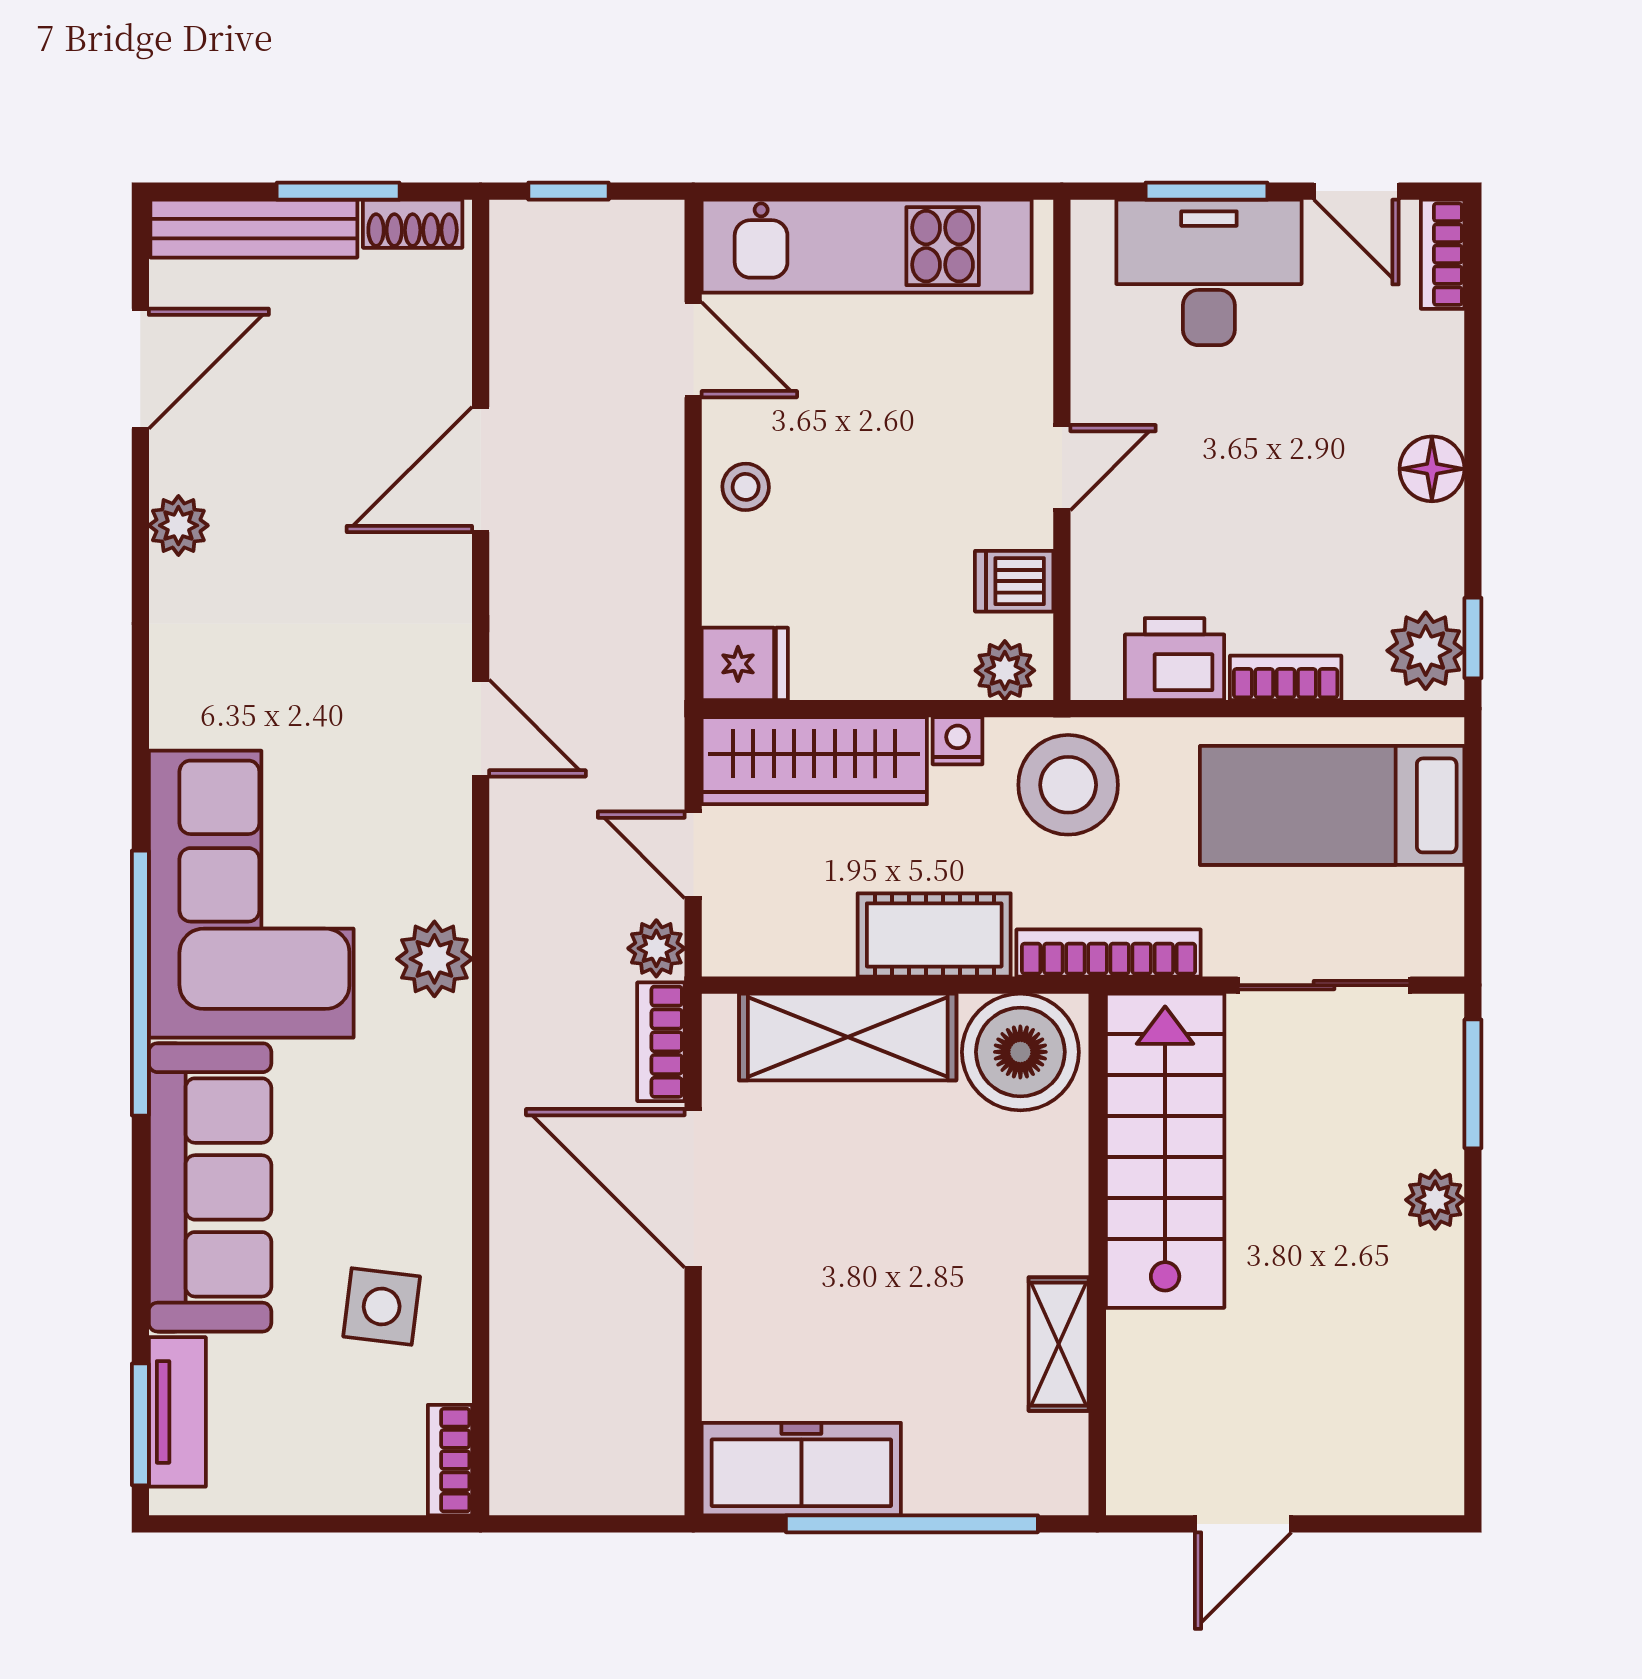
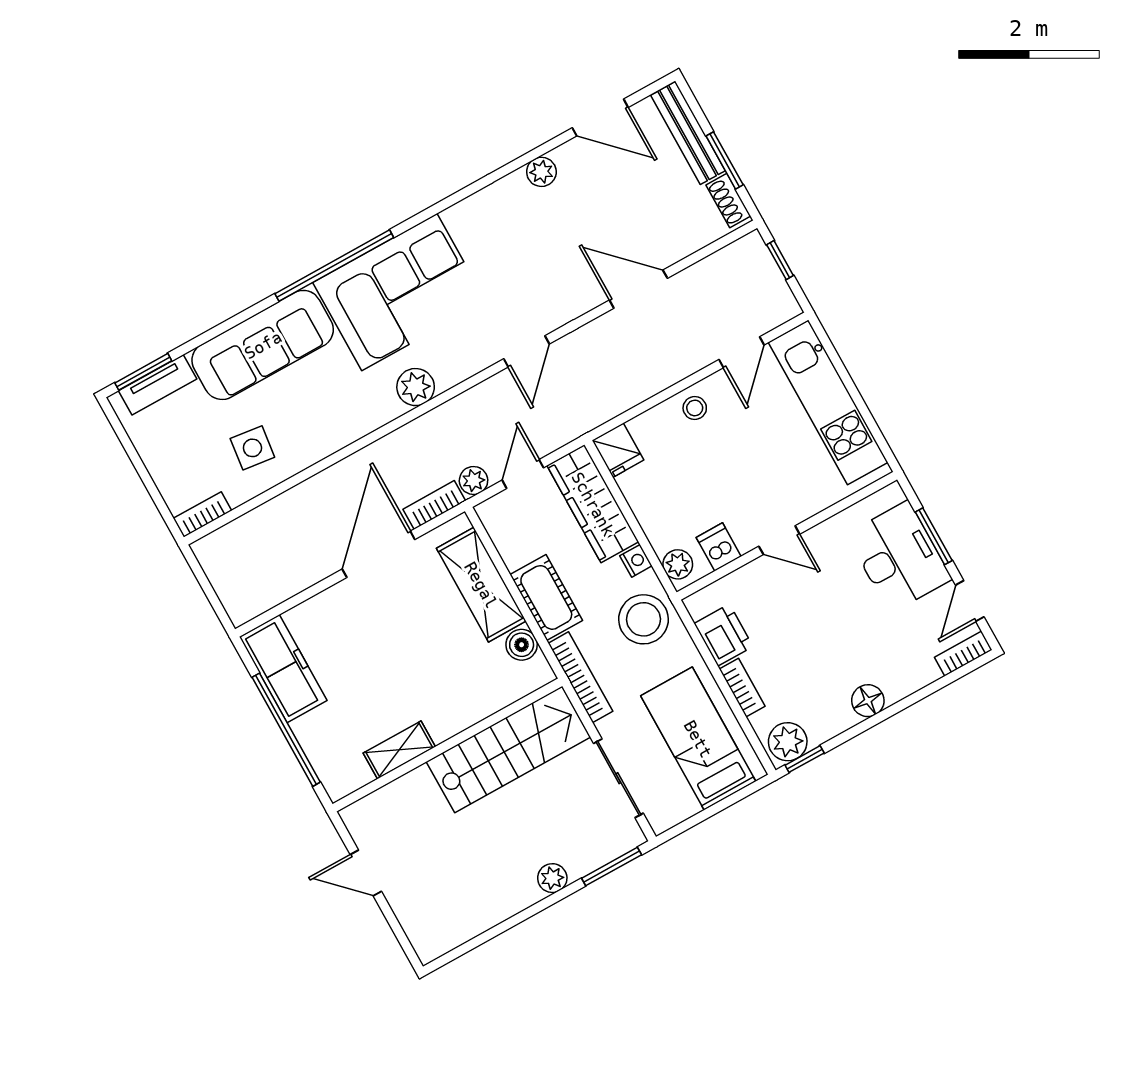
boiler: (1020, 1052) -> (522, 645), width x0.54, depth x0.54

